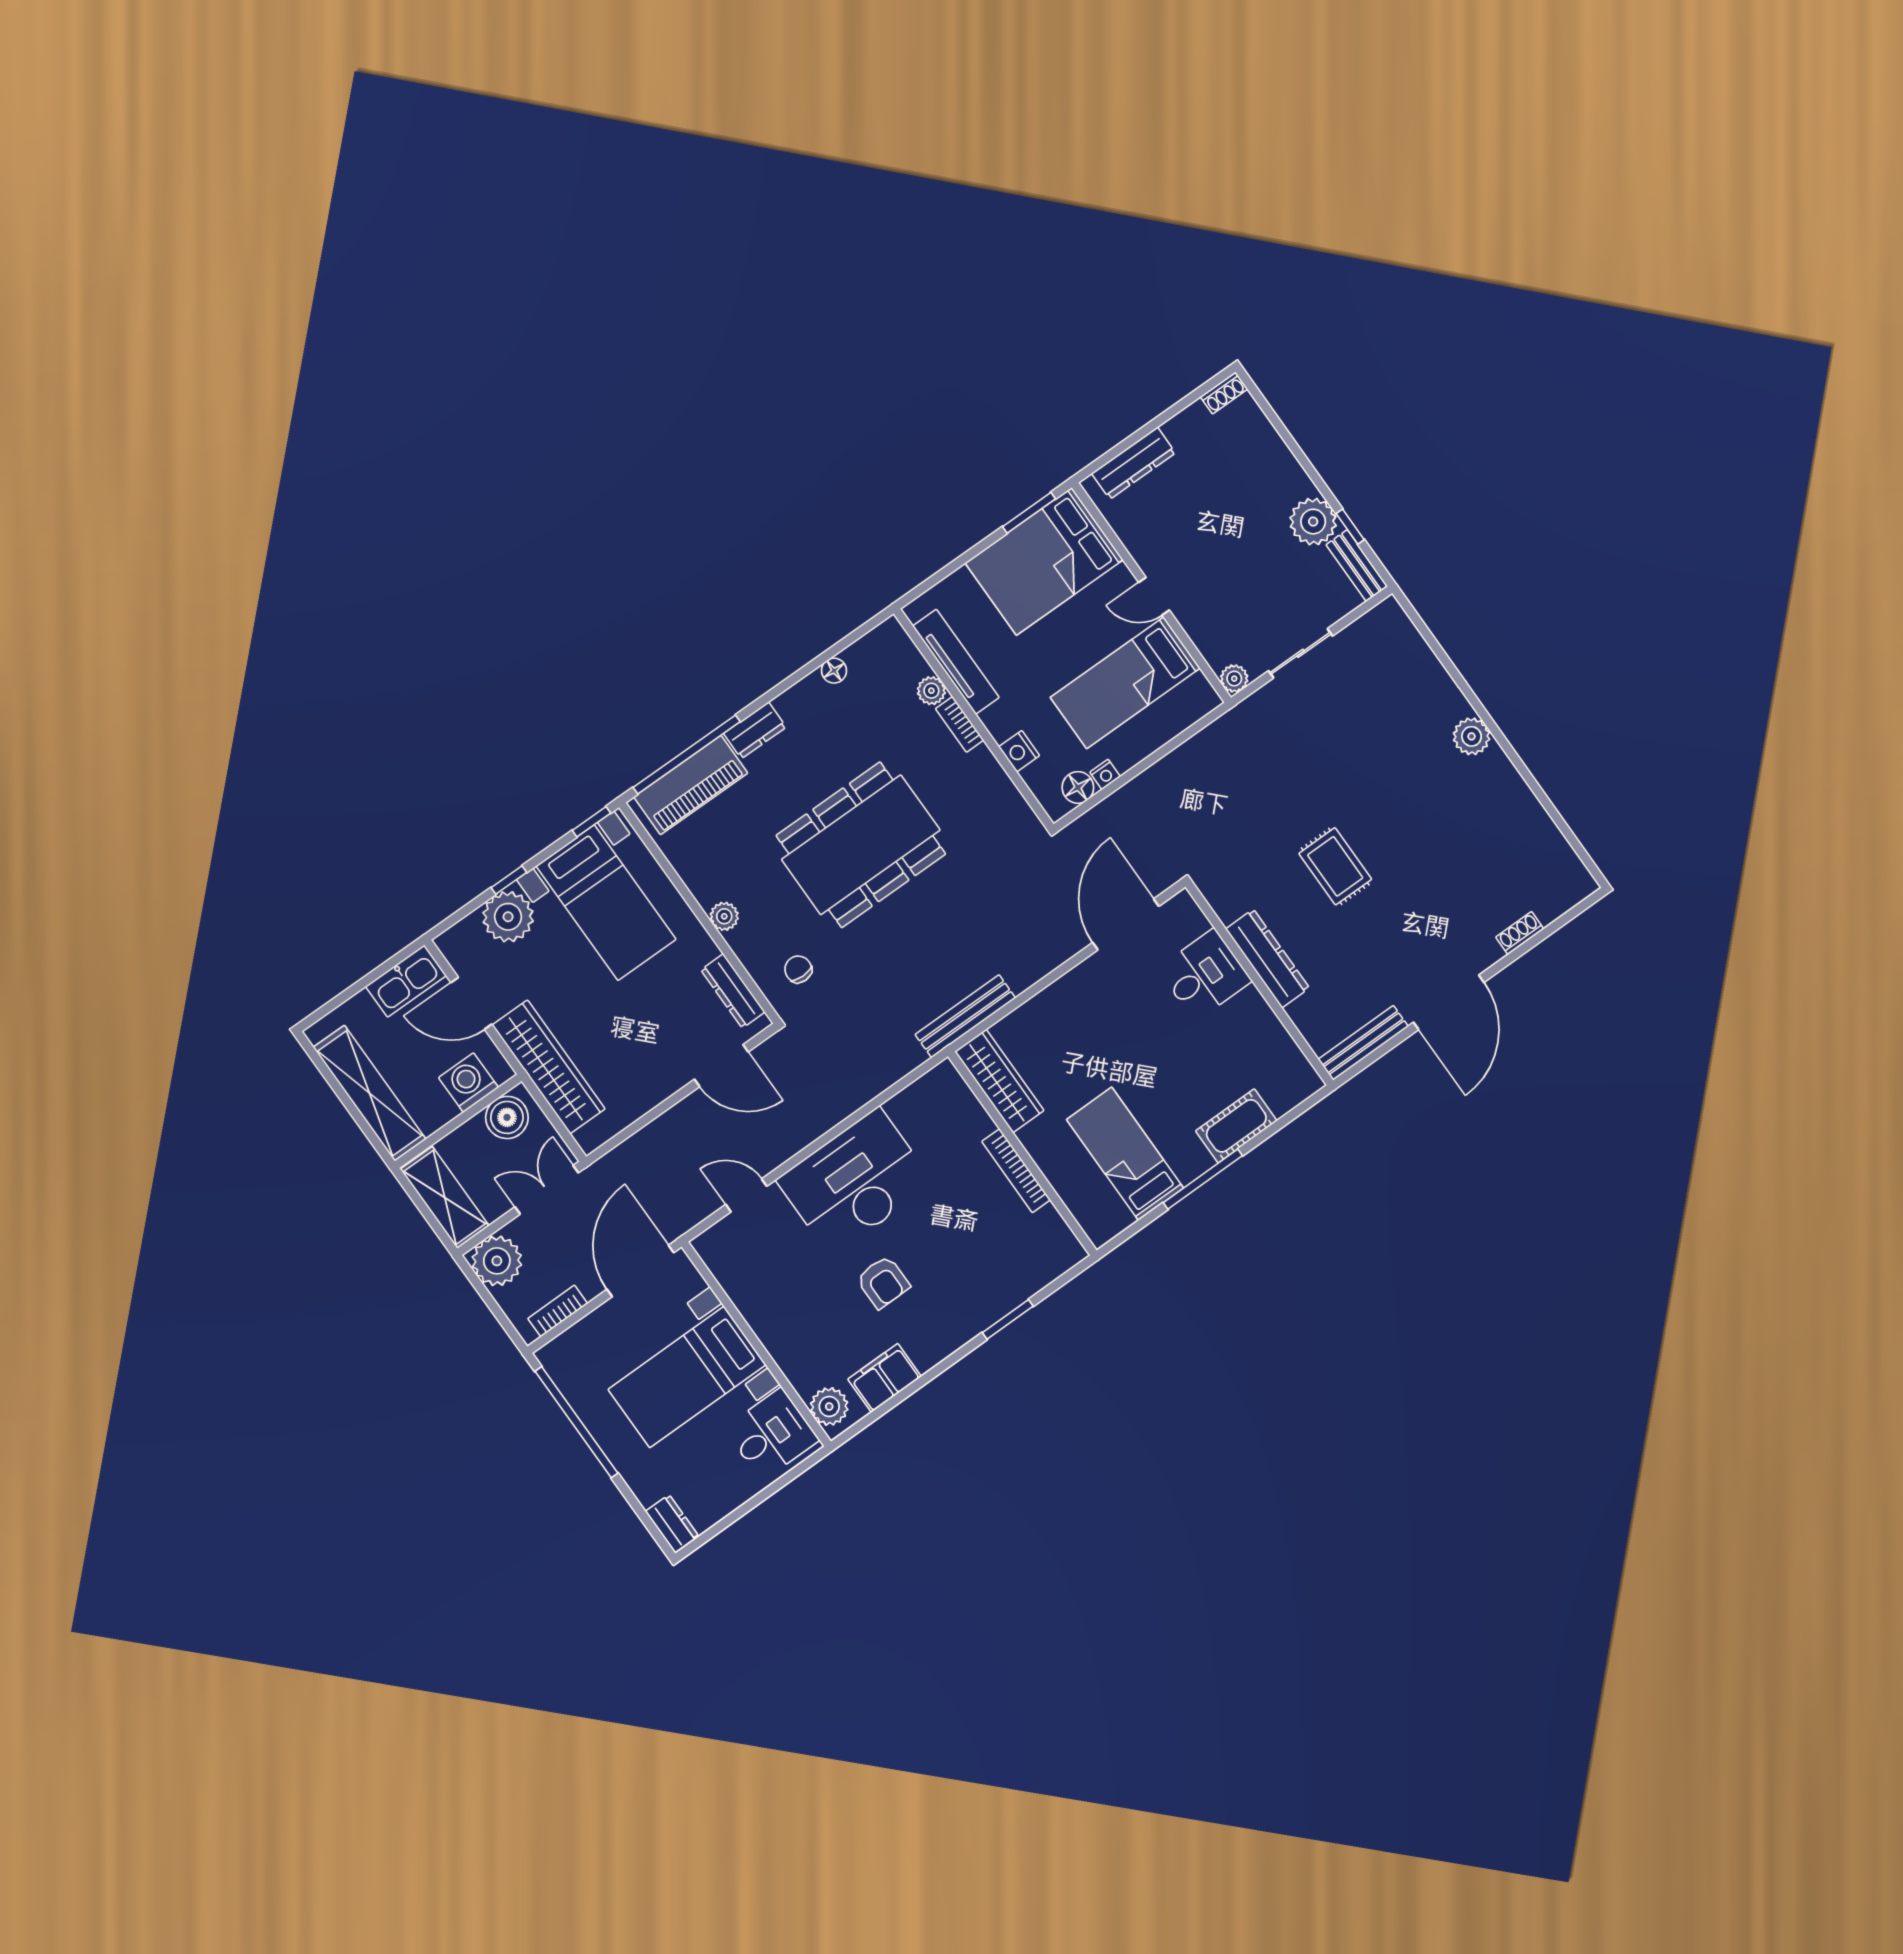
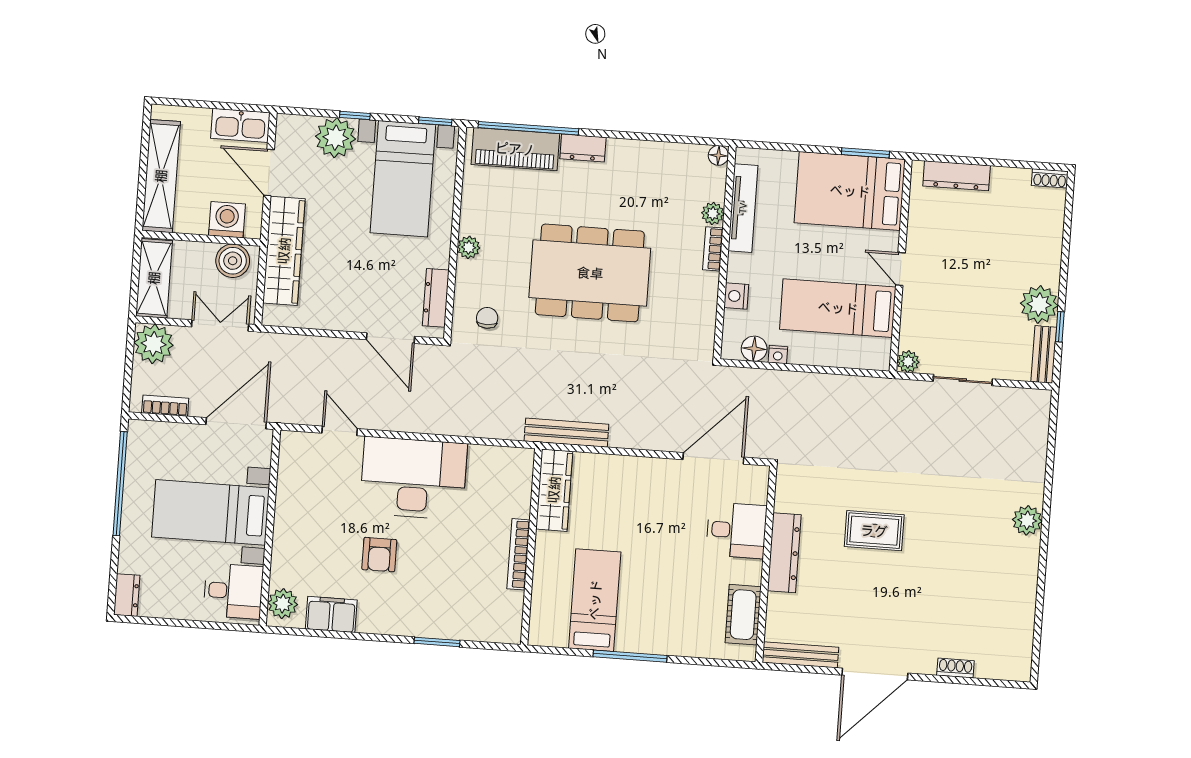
floor lamp: (834, 671) -> (718, 155), moved
rug: (1335, 866) -> (874, 531), turned 90
cot: (1236, 1126) -> (743, 615), moved, turned 90

